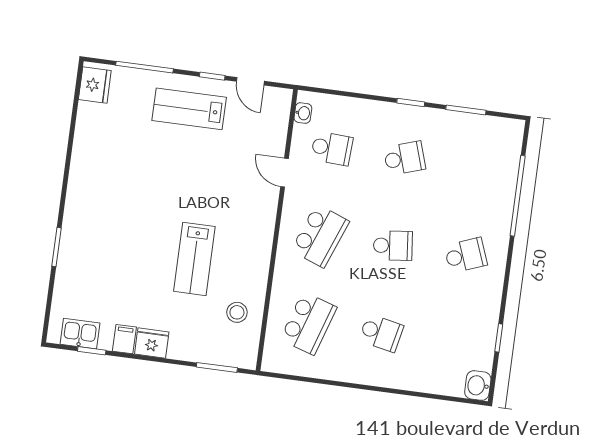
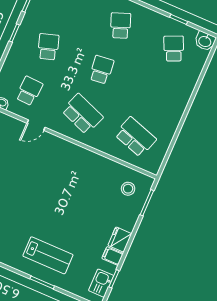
lab bench: (194, 259) -> (48, 255), moved
stool: (237, 312) -> (128, 189), moved
school desk: (381, 333) -> (174, 49), moved, turned -36

